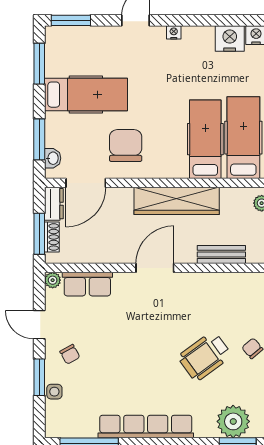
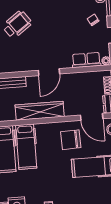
chair: (126, 146) -> (71, 140), turned 88
door: (86, 183) -> (92, 117), swing flipped

